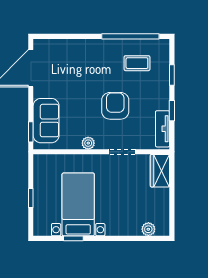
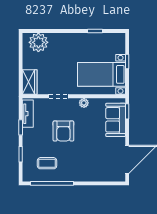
bed with nightstands: (78, 204) -> (102, 74), moved, turned 90
plant: (148, 229) -> (38, 42), width x1.87, depth x1.87

